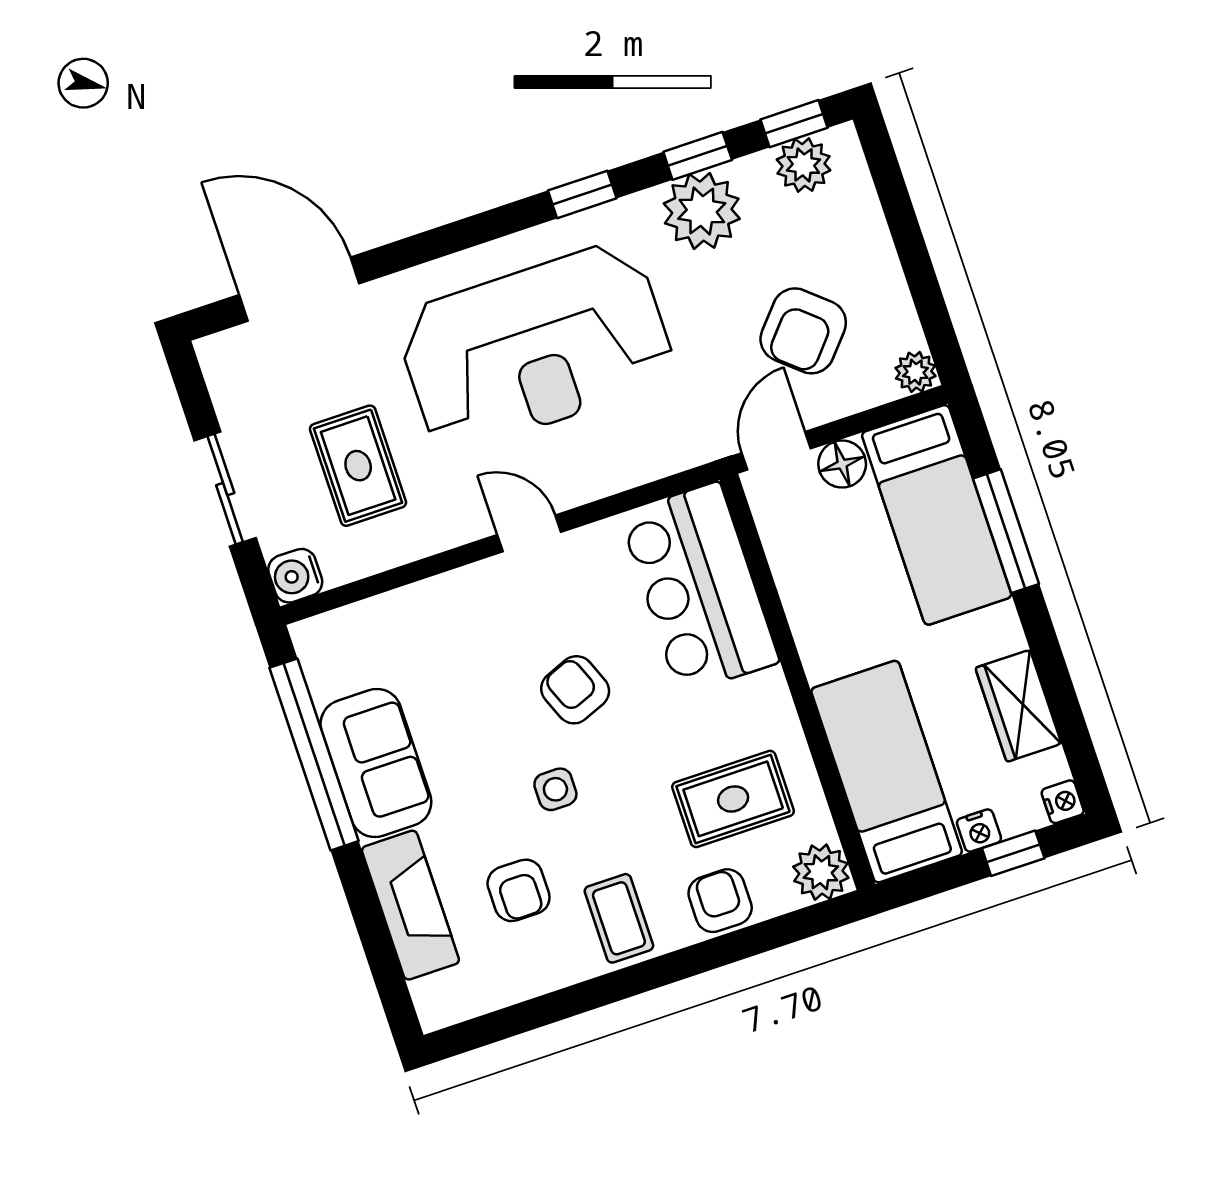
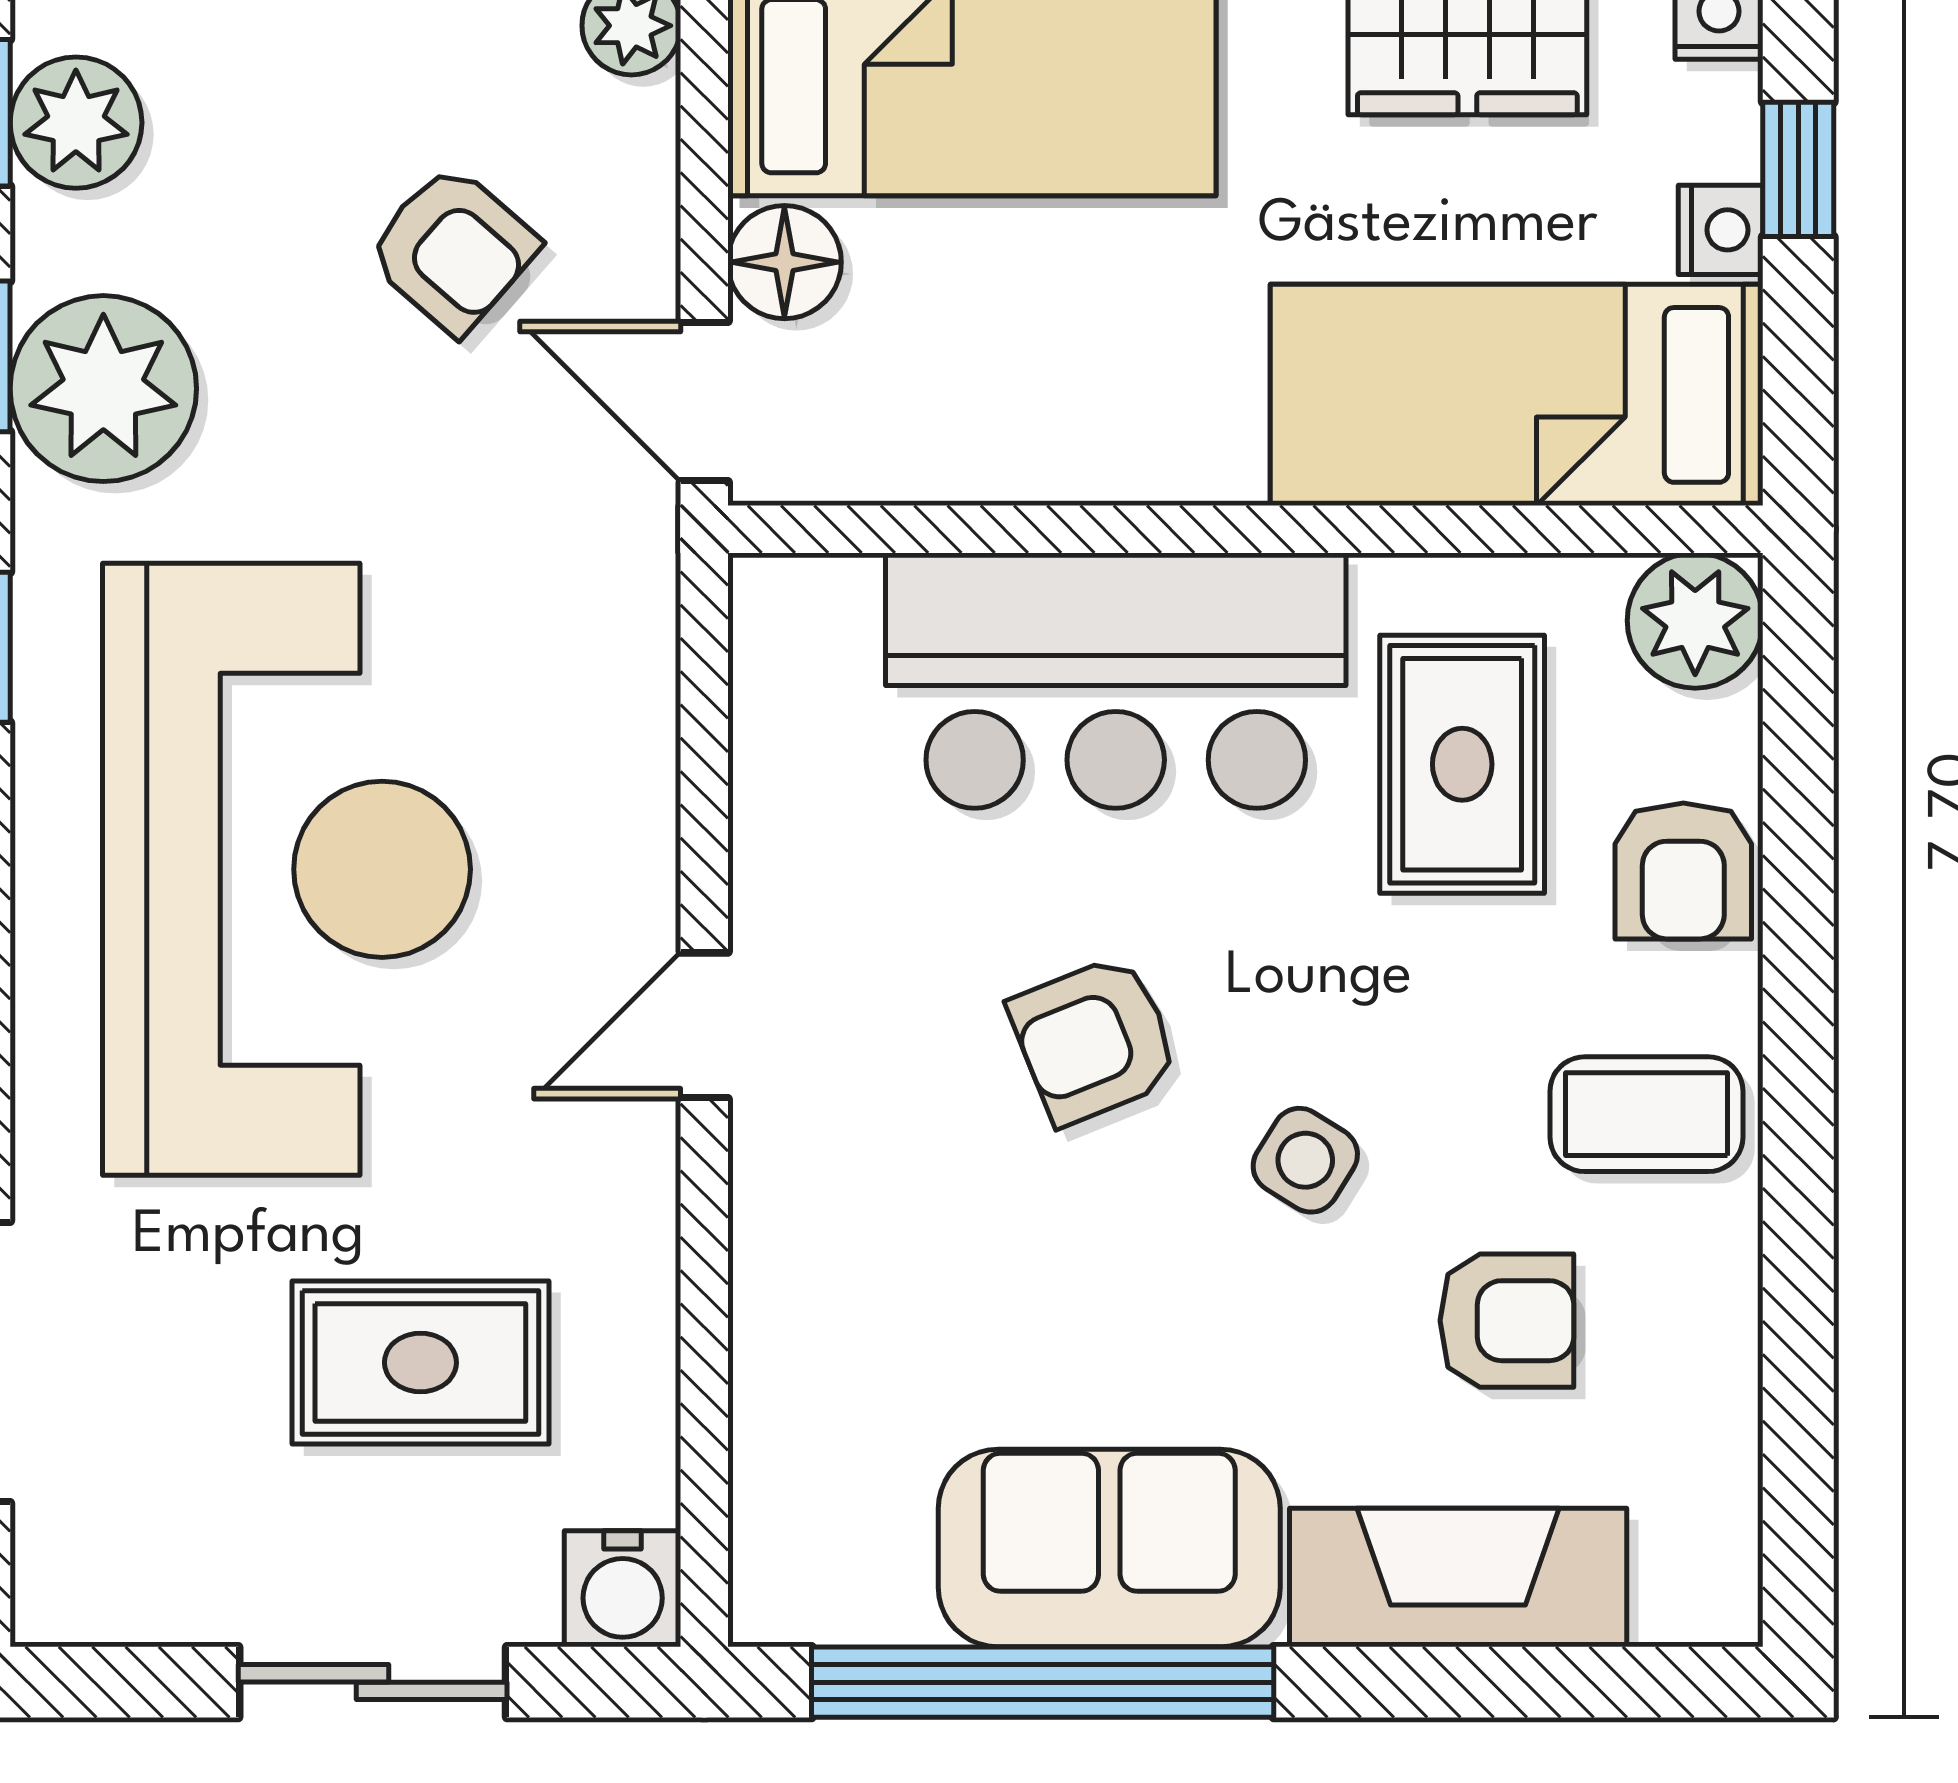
armchair: (803, 331) -> (453, 249), width x0.72, depth x0.72
bar counter: (699, 588) -> (1116, 681), moved
side table: (555, 789) -> (1305, 1160), turned 32
armchair: (720, 901) -> (1683, 871), turned -90

